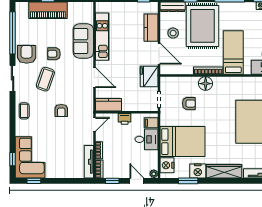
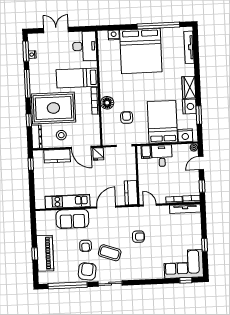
armchair: (27, 54) -> (87, 271), turned 98
door: (159, 54) -> (81, 147), swing flipped
fridge: (149, 76) -> (98, 154), width x0.53, depth x0.75
coffee table: (24, 111) -> (140, 271), removed
printer: (125, 119) -> (144, 177), removed
wardrobe: (224, 171) -> (189, 87), width x0.67
window: (34, 181) -> (205, 245), moved

